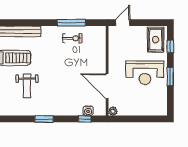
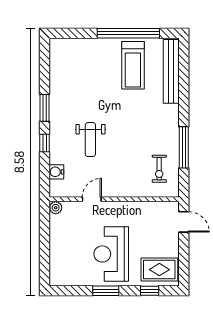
exercise bike: (72, 38) -> (159, 169), moved
weight bench: (27, 86) -> (90, 140), moved, turned -90
door: (107, 86) -> (92, 199), width x0.53
window: (85, 119) -> (44, 143), moved

